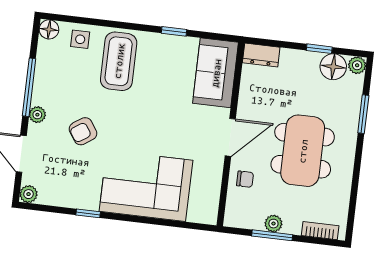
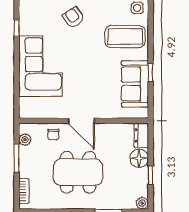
floor lamp: (333, 67) -> (139, 158), moved
sofa: (216, 73) -> (135, 84), moved, turned -90
plant: (273, 224) -> (25, 140), moved

